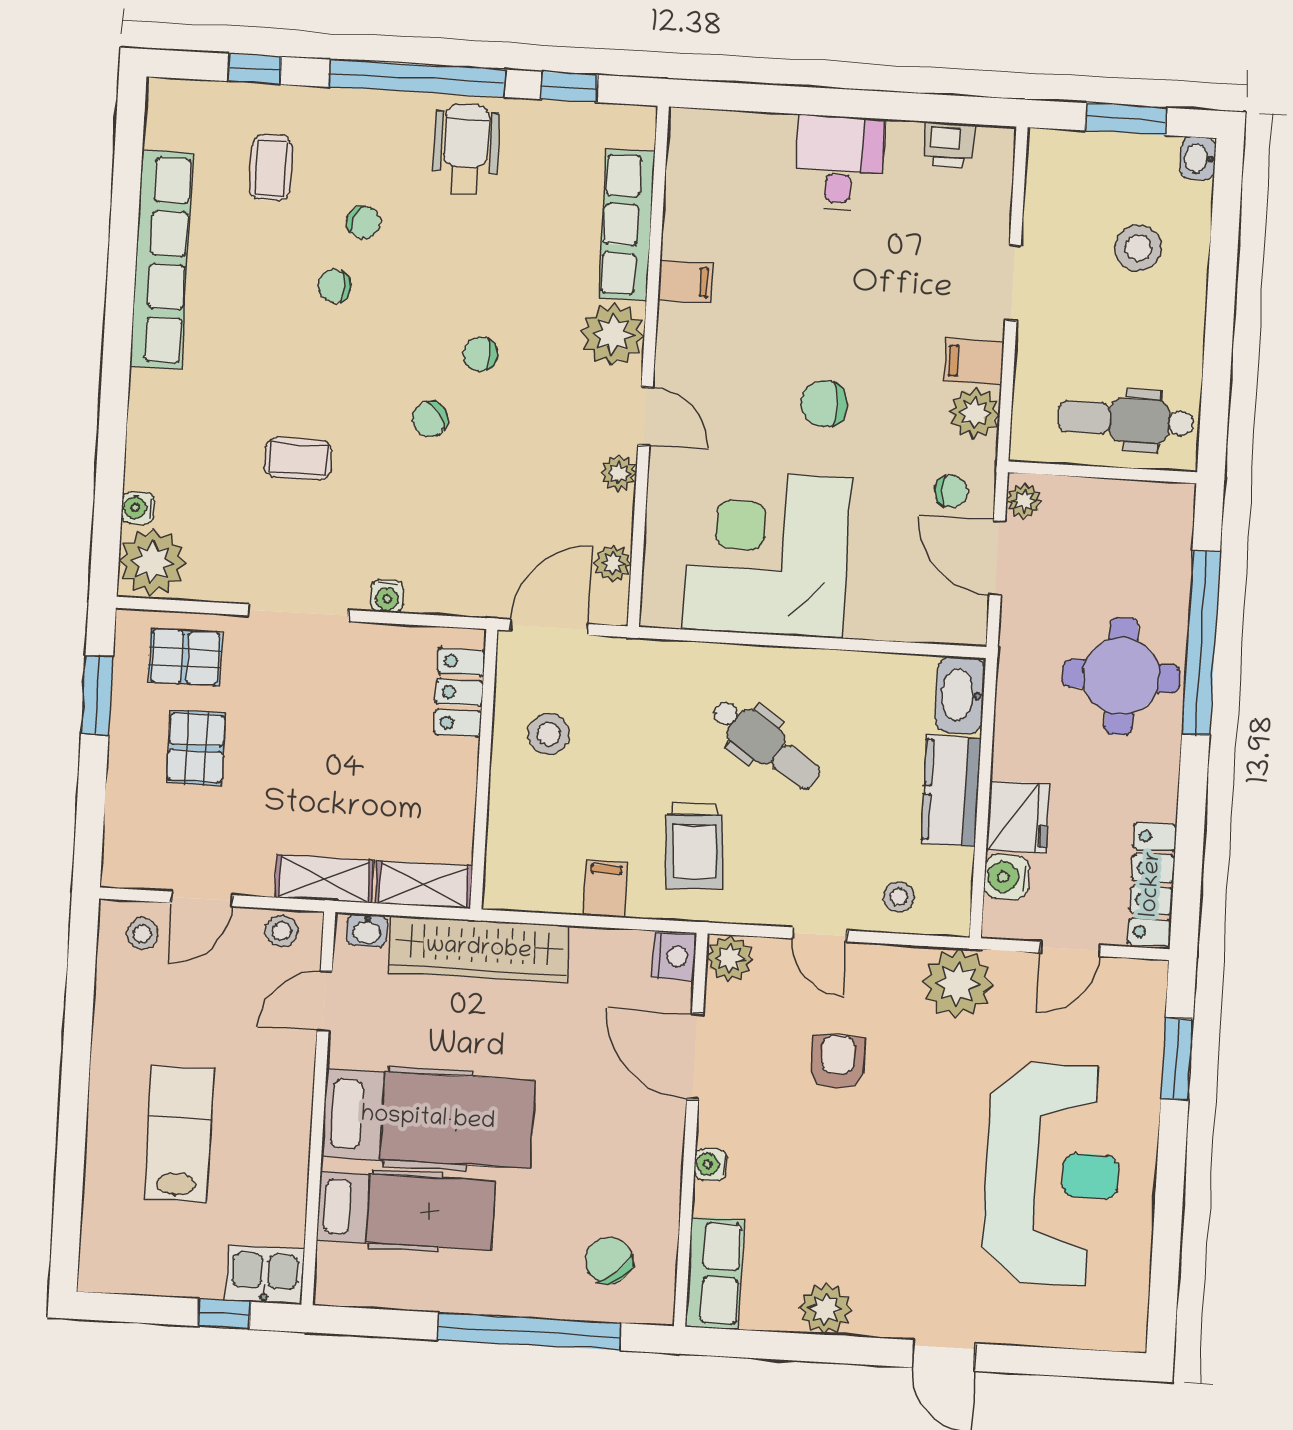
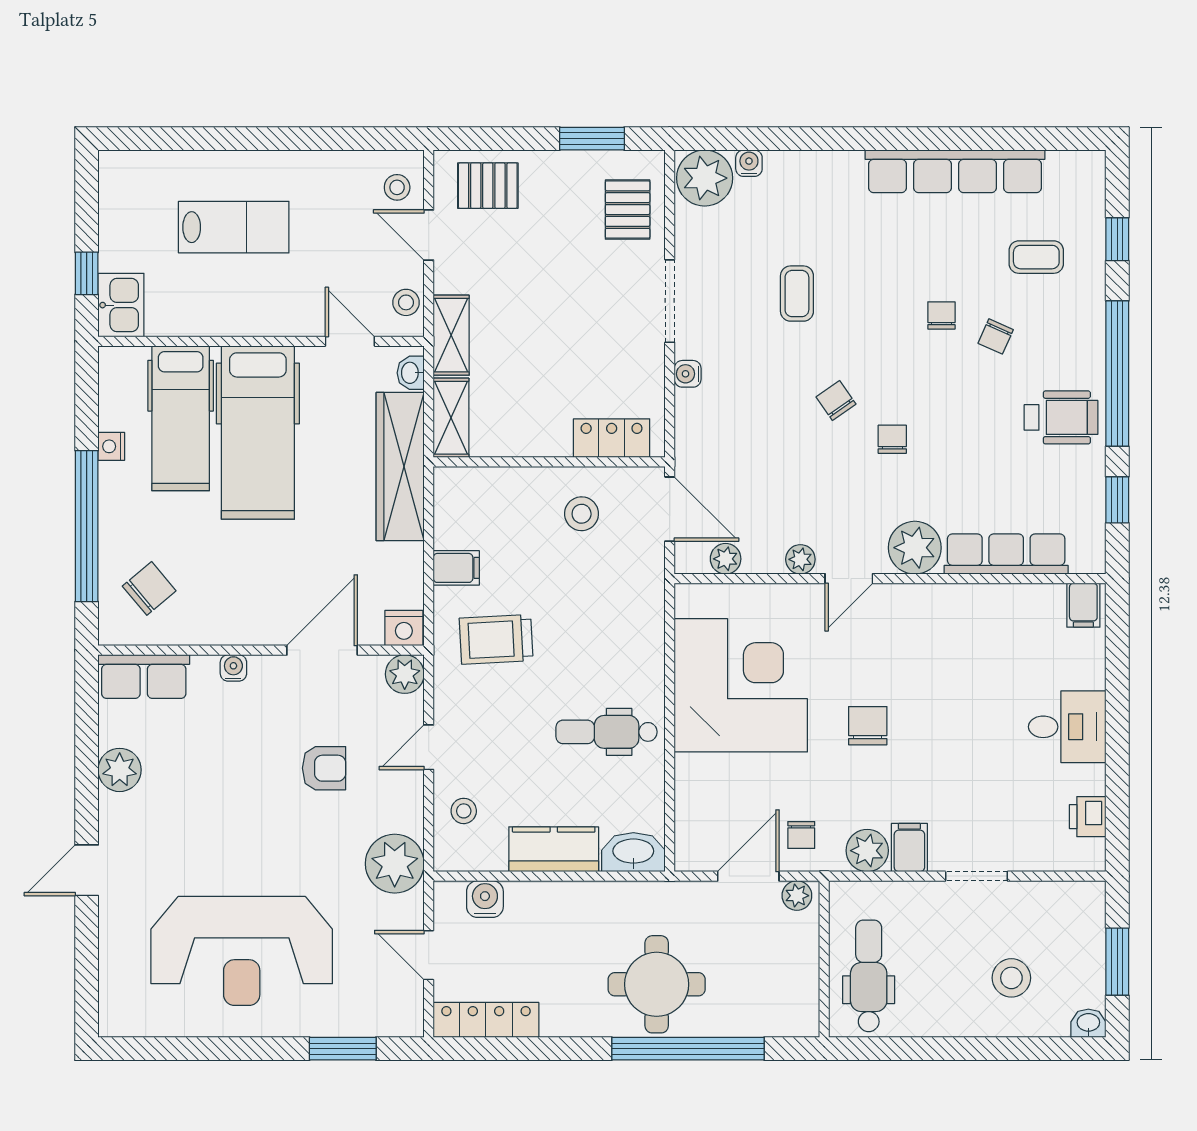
filing cabinet: (685, 281) -> (1083, 605), moved
dental chair: (766, 744) -> (606, 732), moved, turned 56
pallet: (196, 748) -> (488, 186), moved
fridge: (1018, 817) -> (535, 906), removed
nightstand: (435, 1296) -> (111, 446), added

